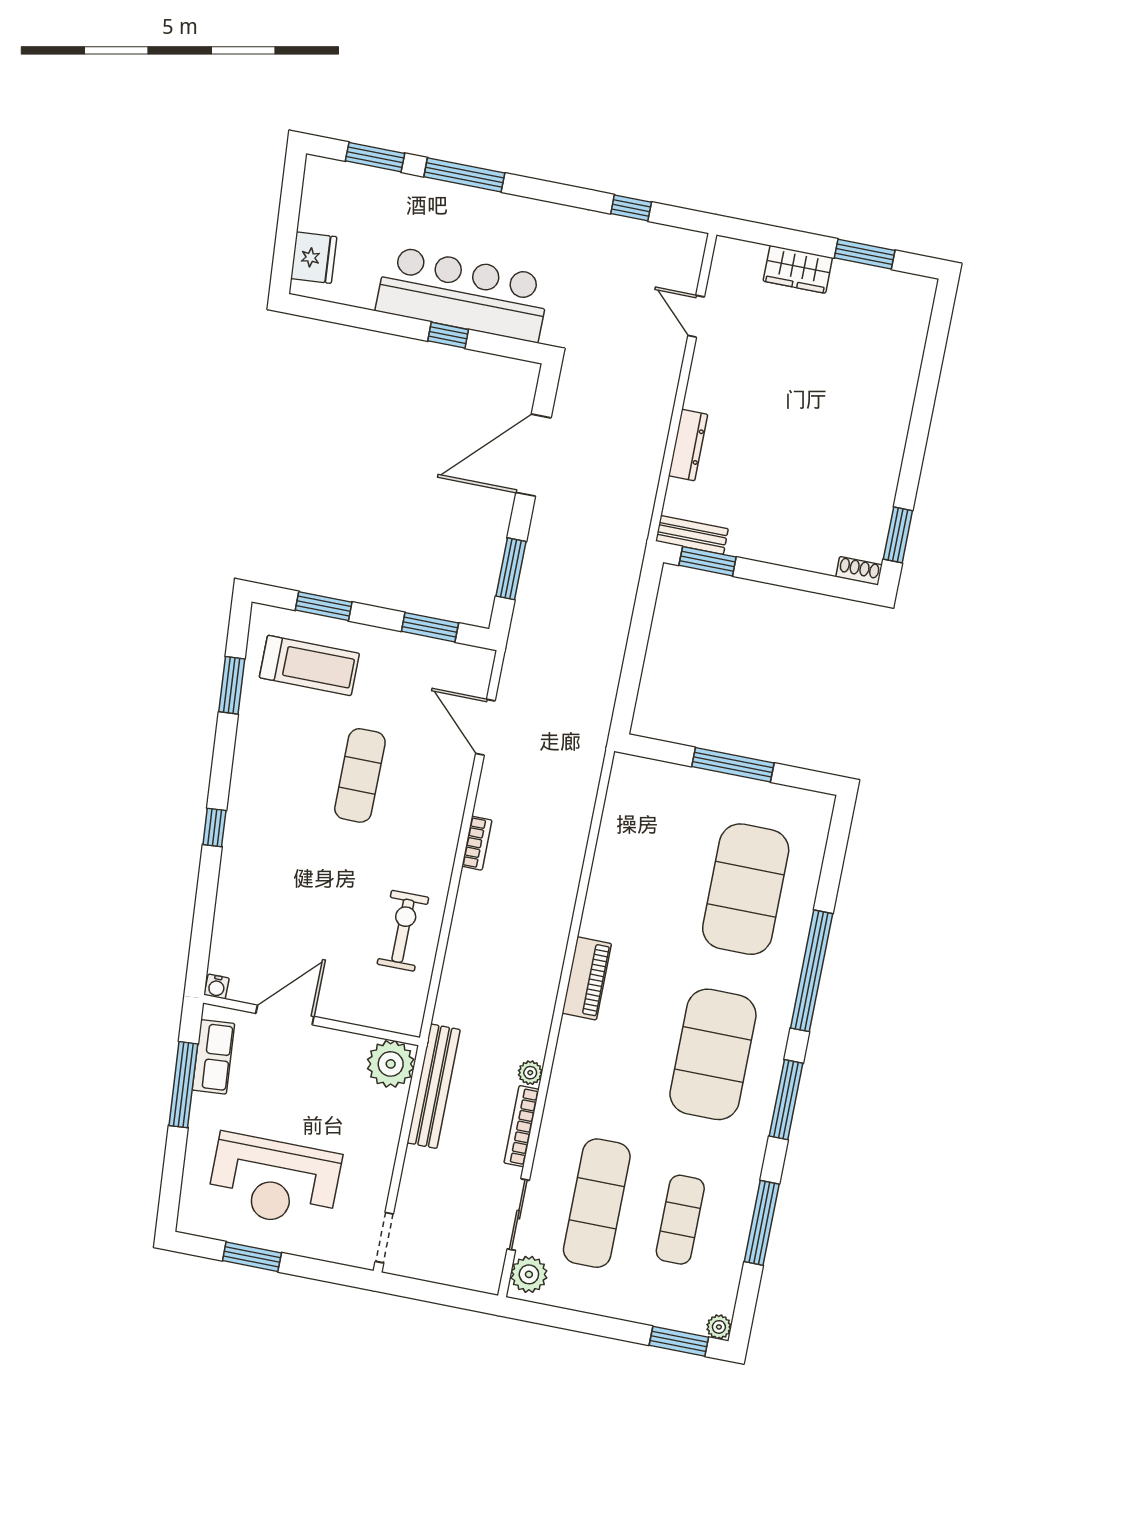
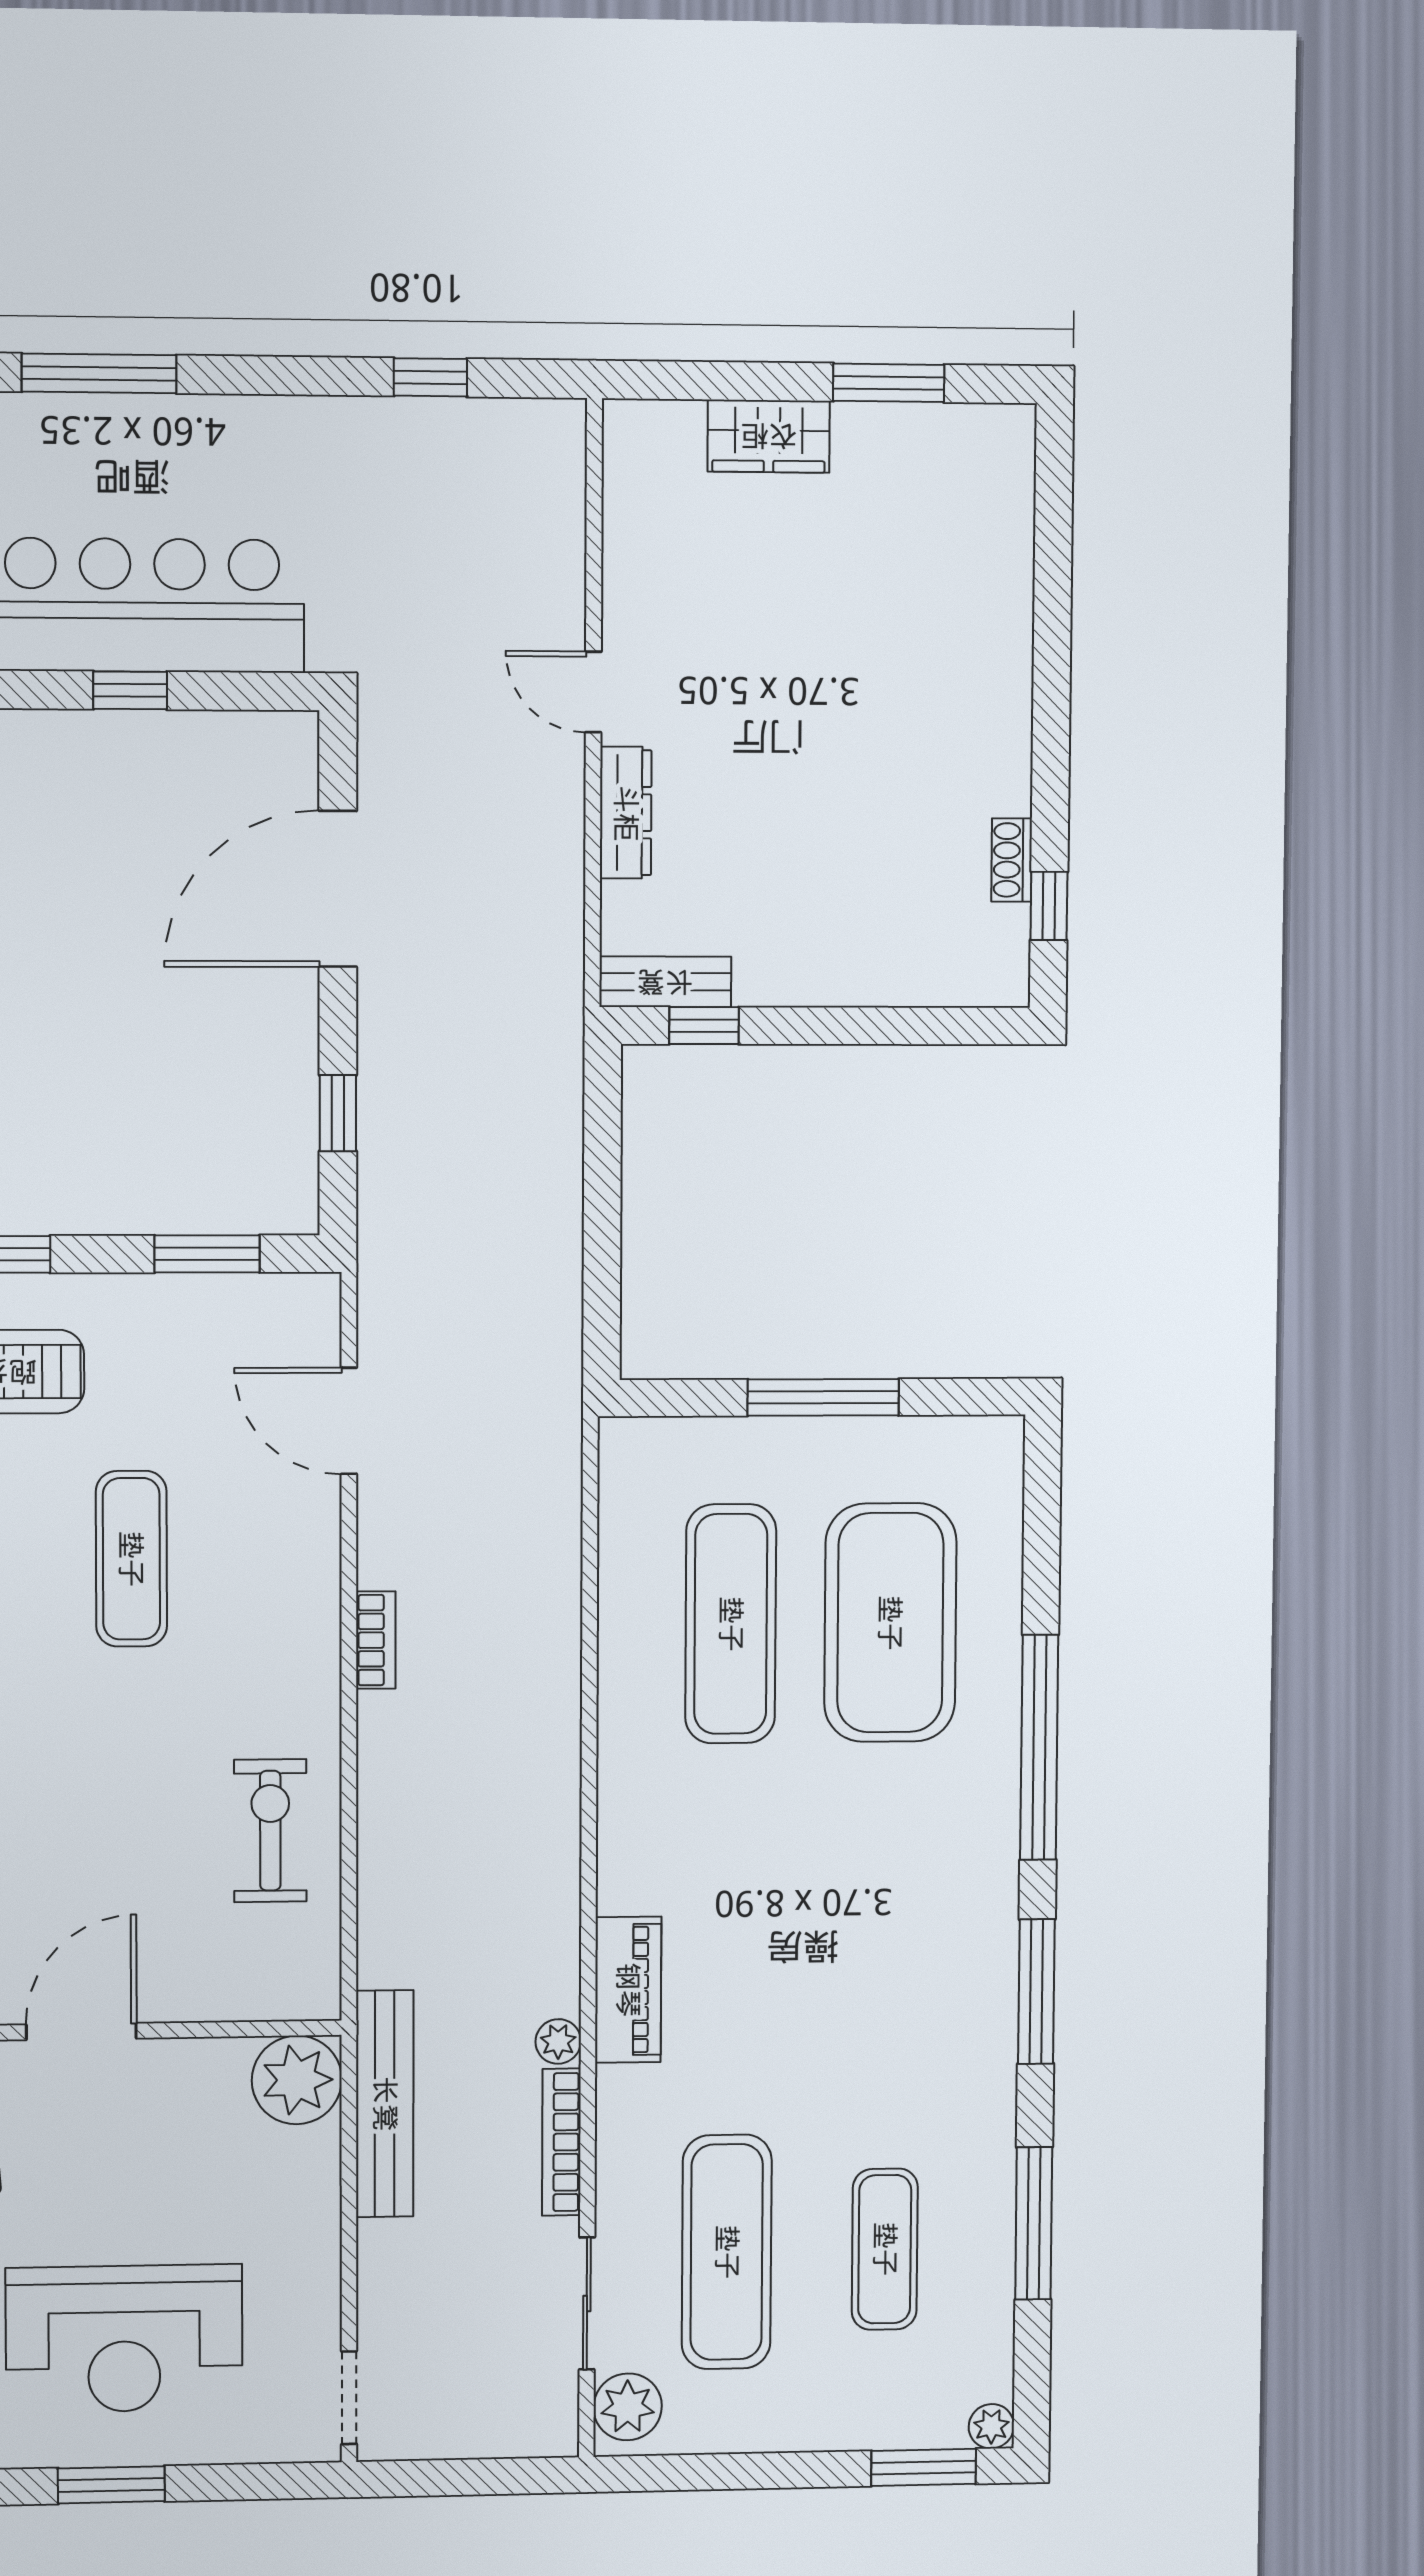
door: (696, 316) -> (593, 692), moved
window: (898, 535) -> (1049, 906), width x0.67
window: (708, 561) -> (704, 1026), width x0.67
window: (511, 569) -> (338, 1113), width x0.67
shoe rack: (859, 571) -> (1012, 860), moved, turned -90
piano: (587, 978) -> (628, 1990), moved
exercise mat: (713, 1054) -> (731, 1624), moved, width x0.68

